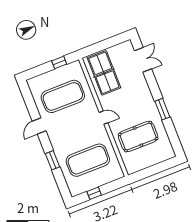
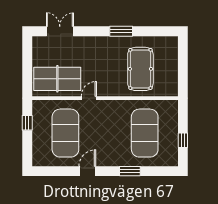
door: (104, 118) -> (89, 98), moved
door: (39, 126) -> (87, 171), swing flipped

